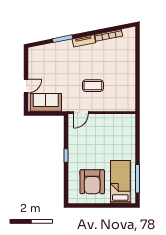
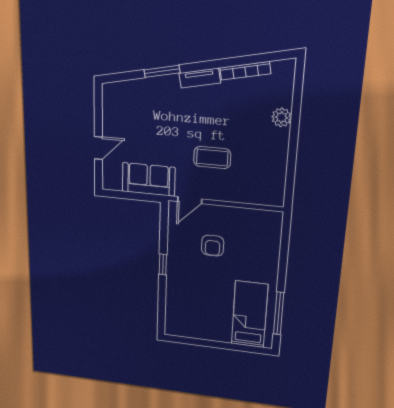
plant: (130, 59) -> (281, 117), added
sofa: (46, 102) -> (149, 179), moved
armchair: (92, 182) -> (213, 246), moved, width x0.53, depth x0.53

